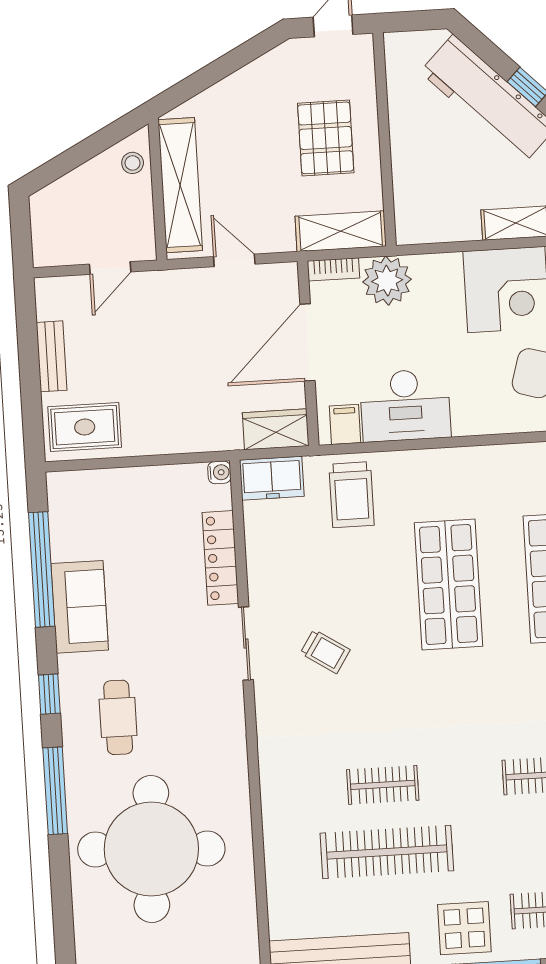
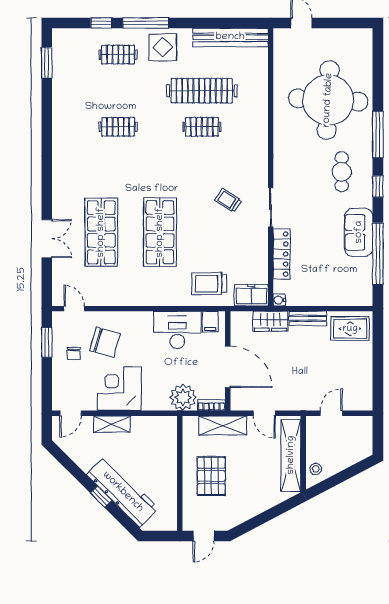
shelving: (341, 231) -> (223, 425), moved
door: (307, 342) -> (228, 367), hinge flipped
bench: (52, 356) -> (308, 318), moved, turned 90
wardrobe: (276, 429) -> (270, 321), moved
trolley: (352, 495) -> (209, 284), turned -90

